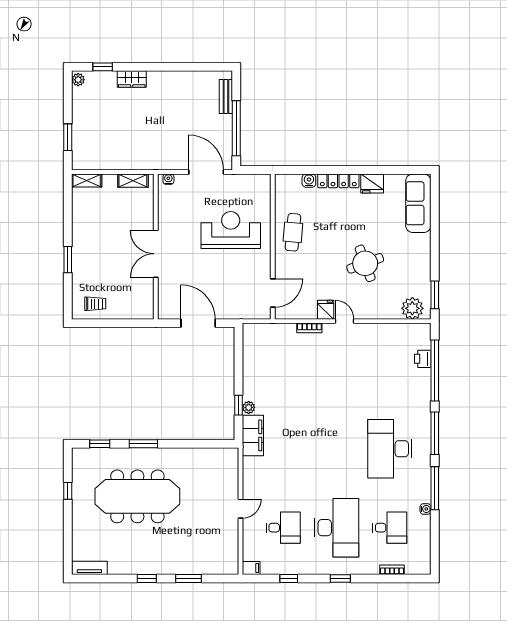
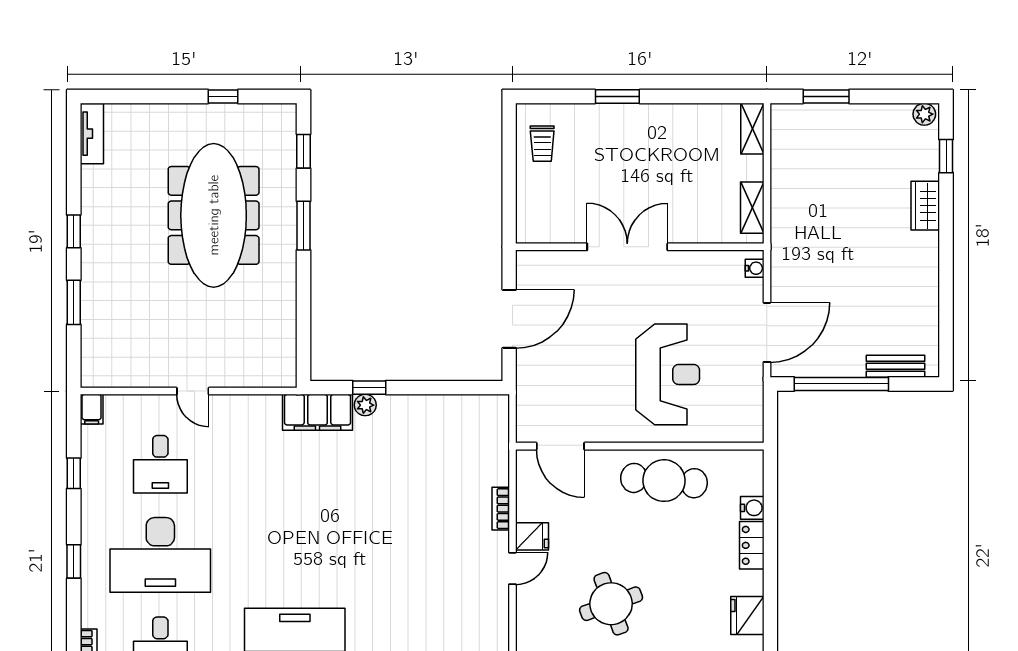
locker: (338, 181) -> (752, 545), width x0.66
cafe table: (293, 232) -> (664, 481), width x1.37, depth x1.35

